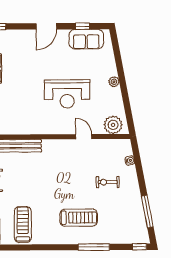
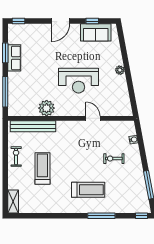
plant: (113, 125) -> (47, 108), moved
treadmill: (23, 224) -> (42, 168), moved

